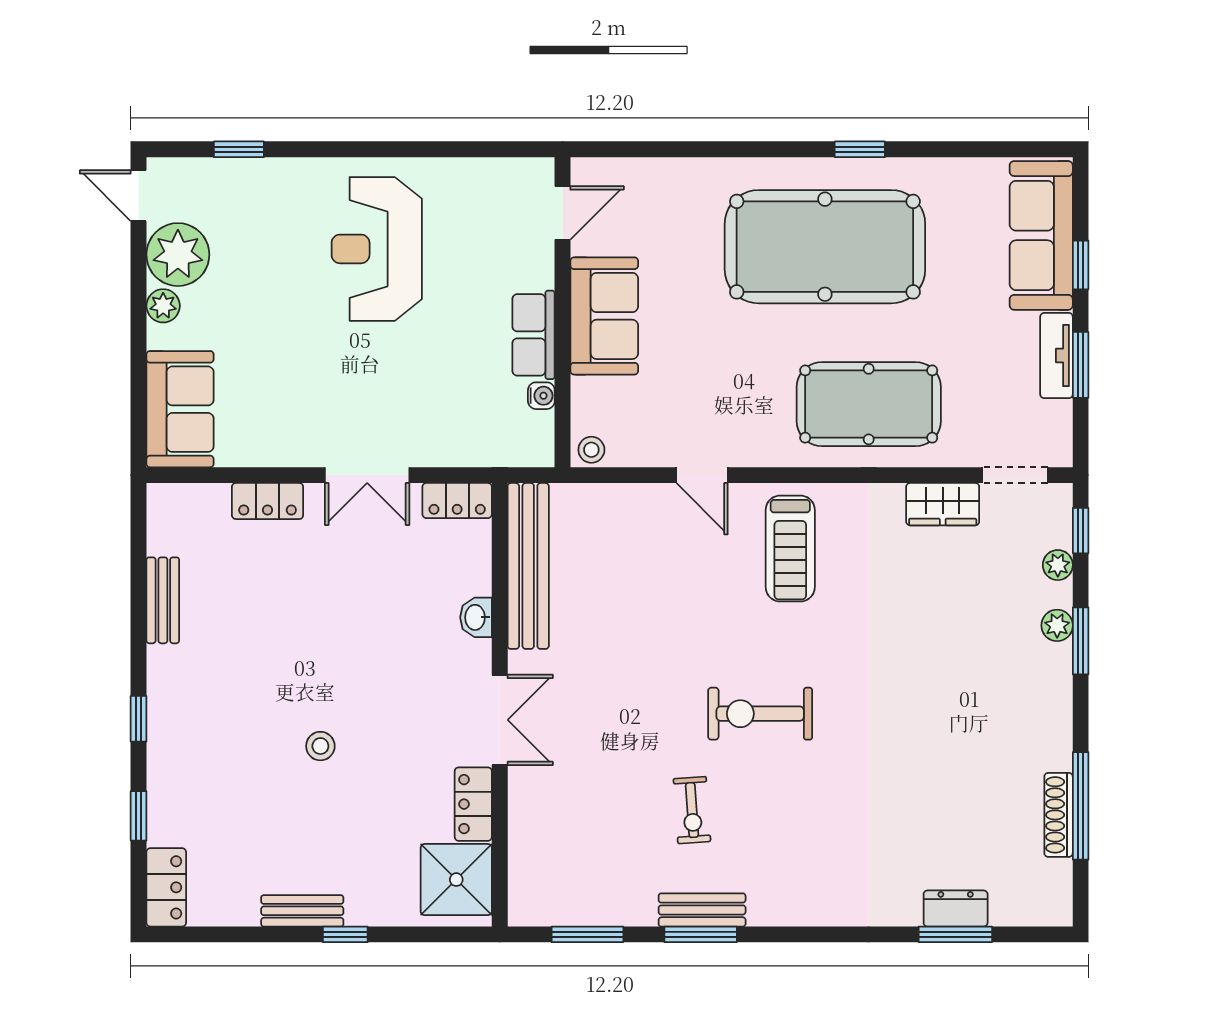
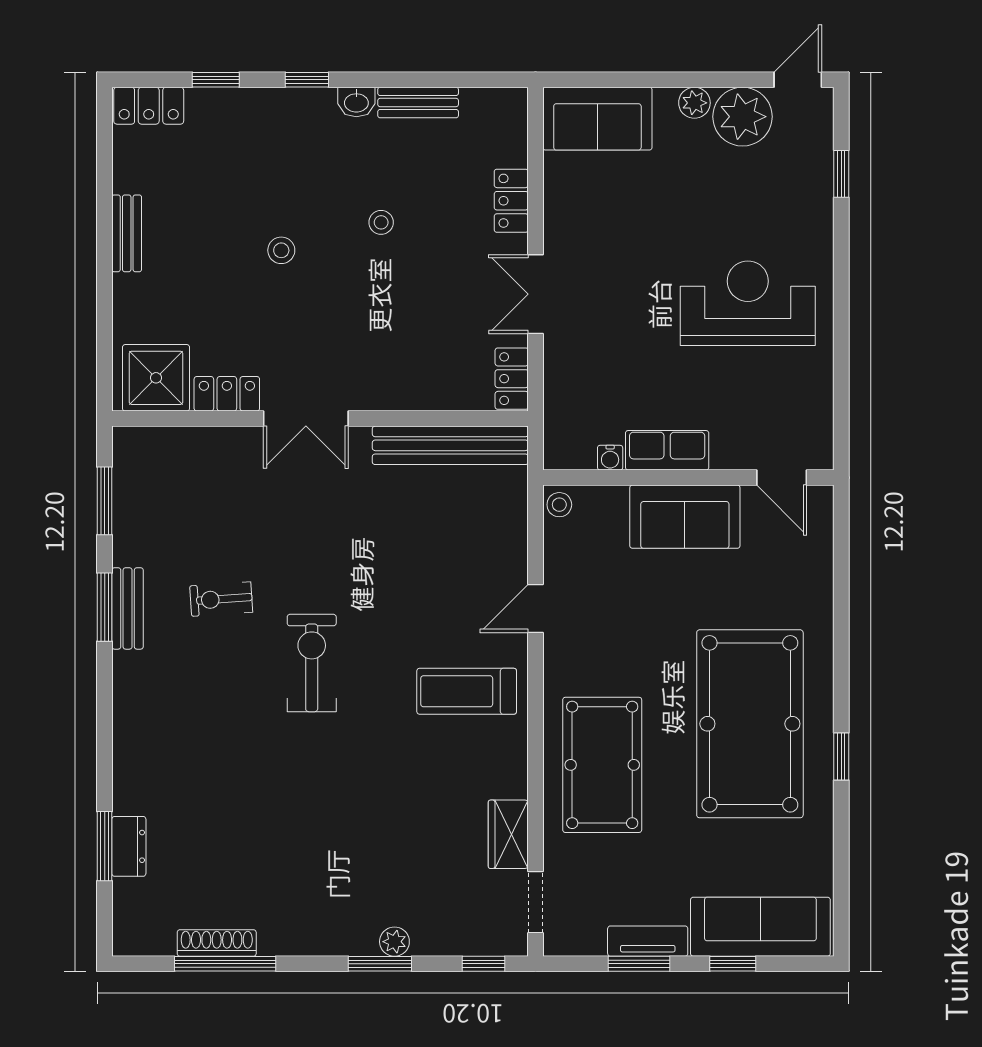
plant: (1058, 565) -> (451, 942), removed
washbasin: (476, 617) -> (356, 102), moved, turned 180
stool: (291, 640) -> (381, 222), added
window: (345, 934) -> (105, 274), removed

